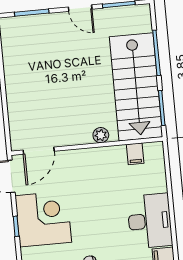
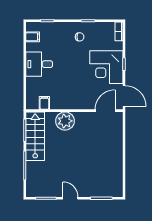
stairs: (136, 87) -> (35, 136), width x0.73, depth x0.66
plant: (101, 135) -> (65, 121), width x1.87, depth x1.87
desk: (150, 221) -> (39, 64), width x0.73

